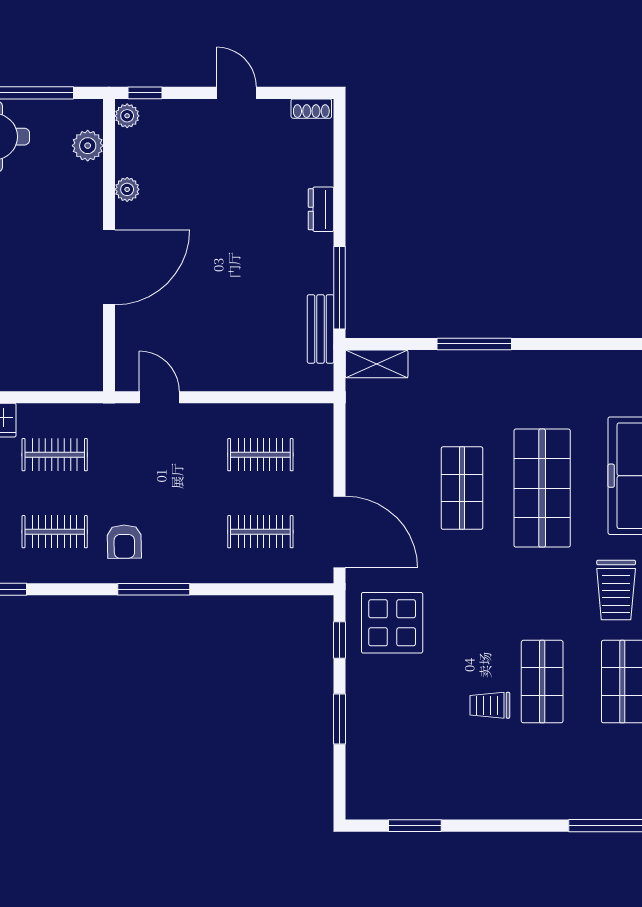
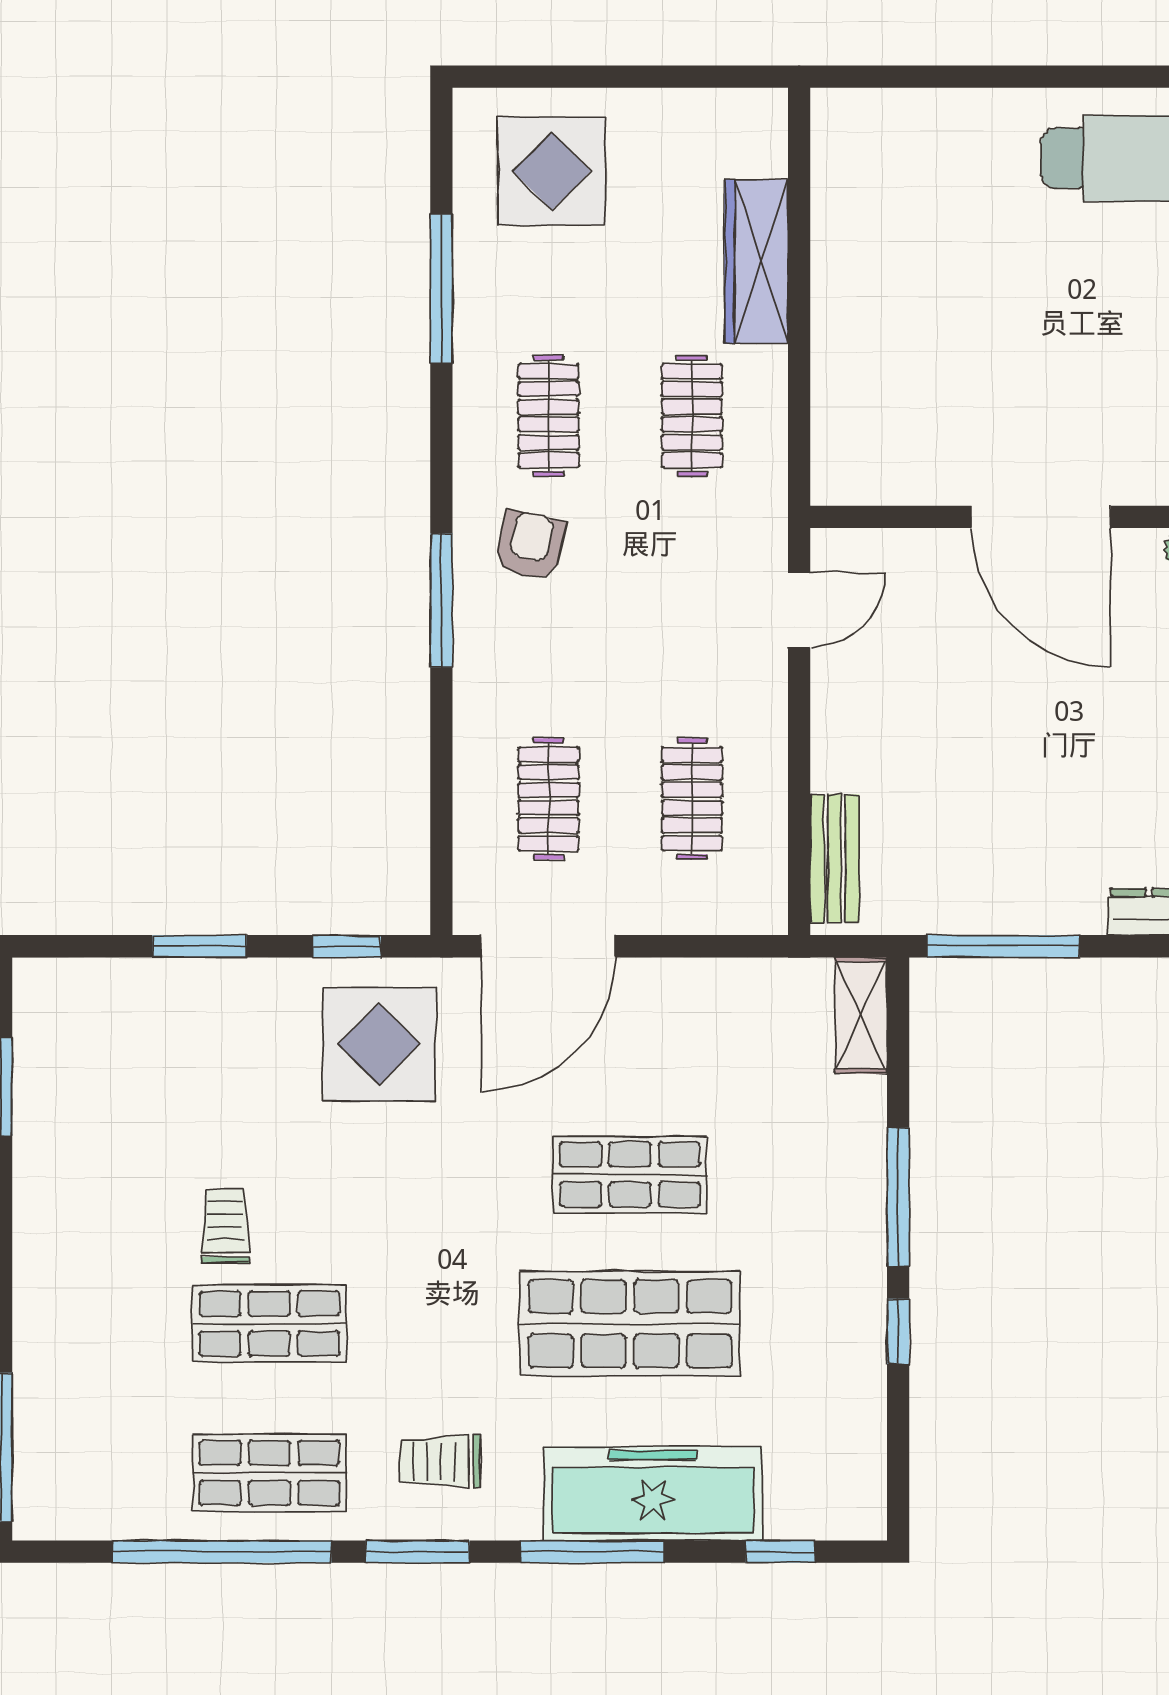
bench: (321, 329) -> (835, 858), moved, turned 90
window: (546, 344) -> (898, 1331), added
armchair: (124, 542) -> (530, 545), turned 104
trolley: (616, 590) -> (440, 1461), width x0.73, depth x0.72

